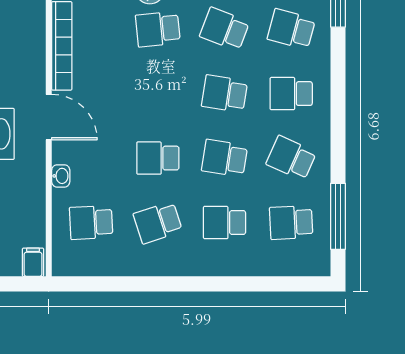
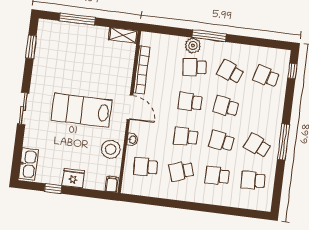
school desk: (291, 94) -> (190, 102), moved
stool: (23, 199) -> (111, 149), added
window: (338, 216) -> (283, 142), moved

